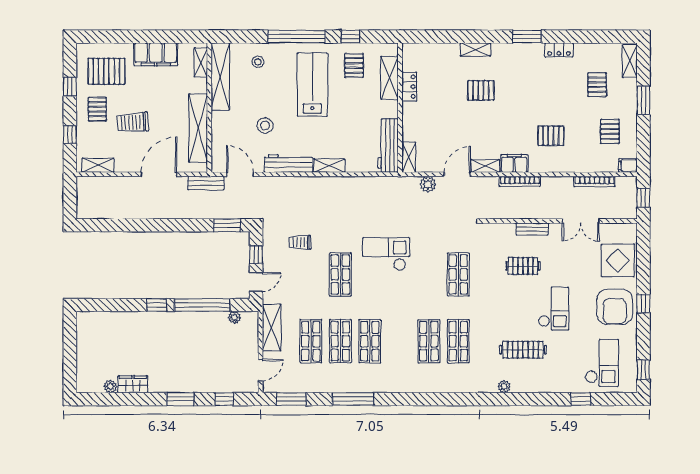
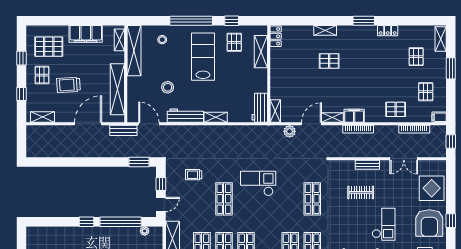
locker: (409, 87) -> (276, 36), moved
pallet: (551, 136) -> (396, 109), moved
workbench: (388, 146) -> (260, 108), width x0.73

